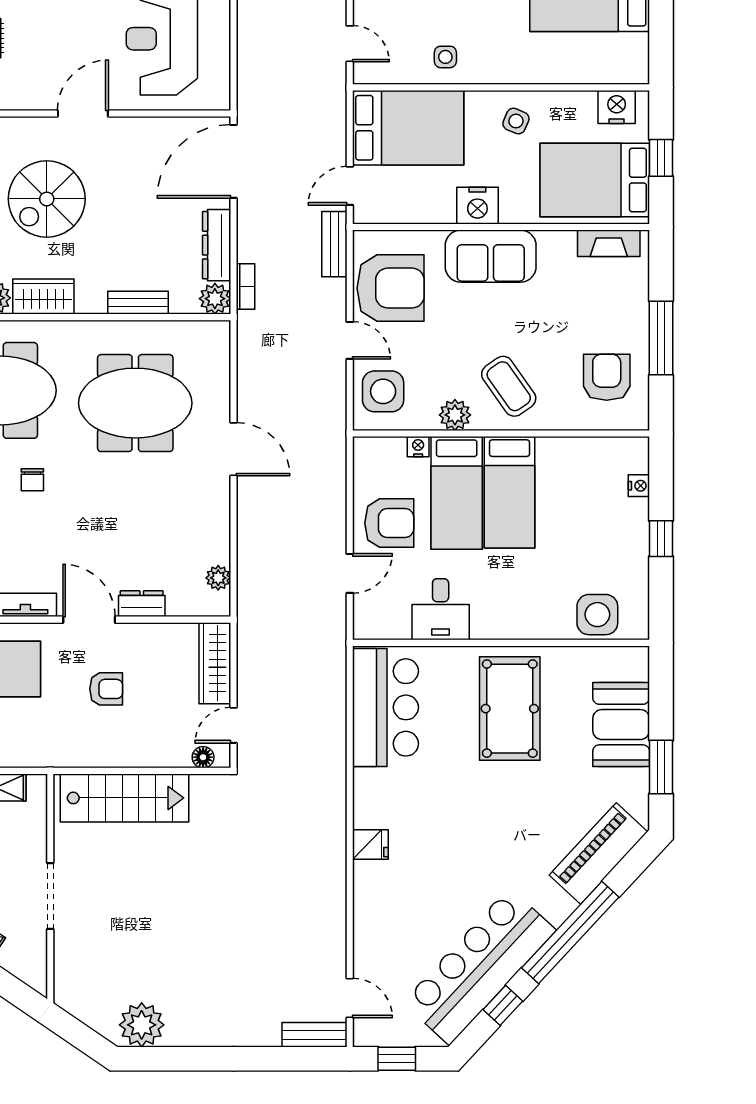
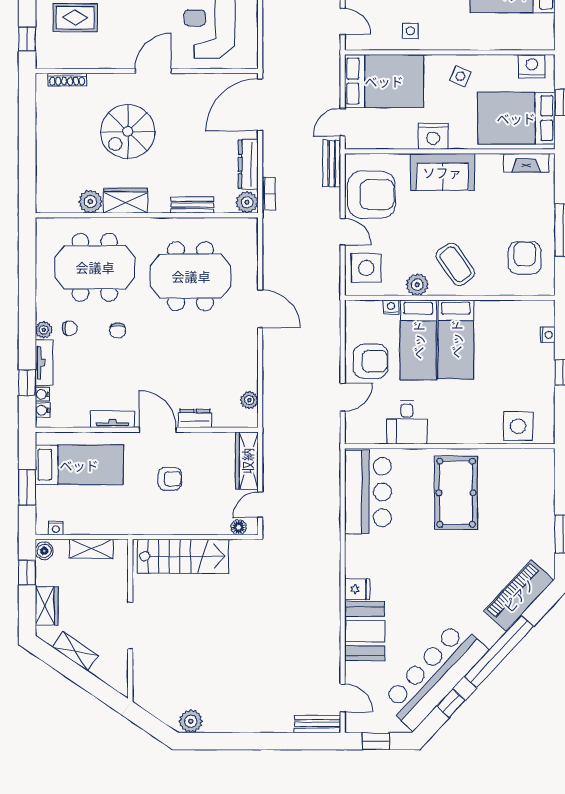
booth: (621, 725) -> (365, 631), moved
plant: (142, 1025) -> (191, 721), width x0.73, depth x0.73

